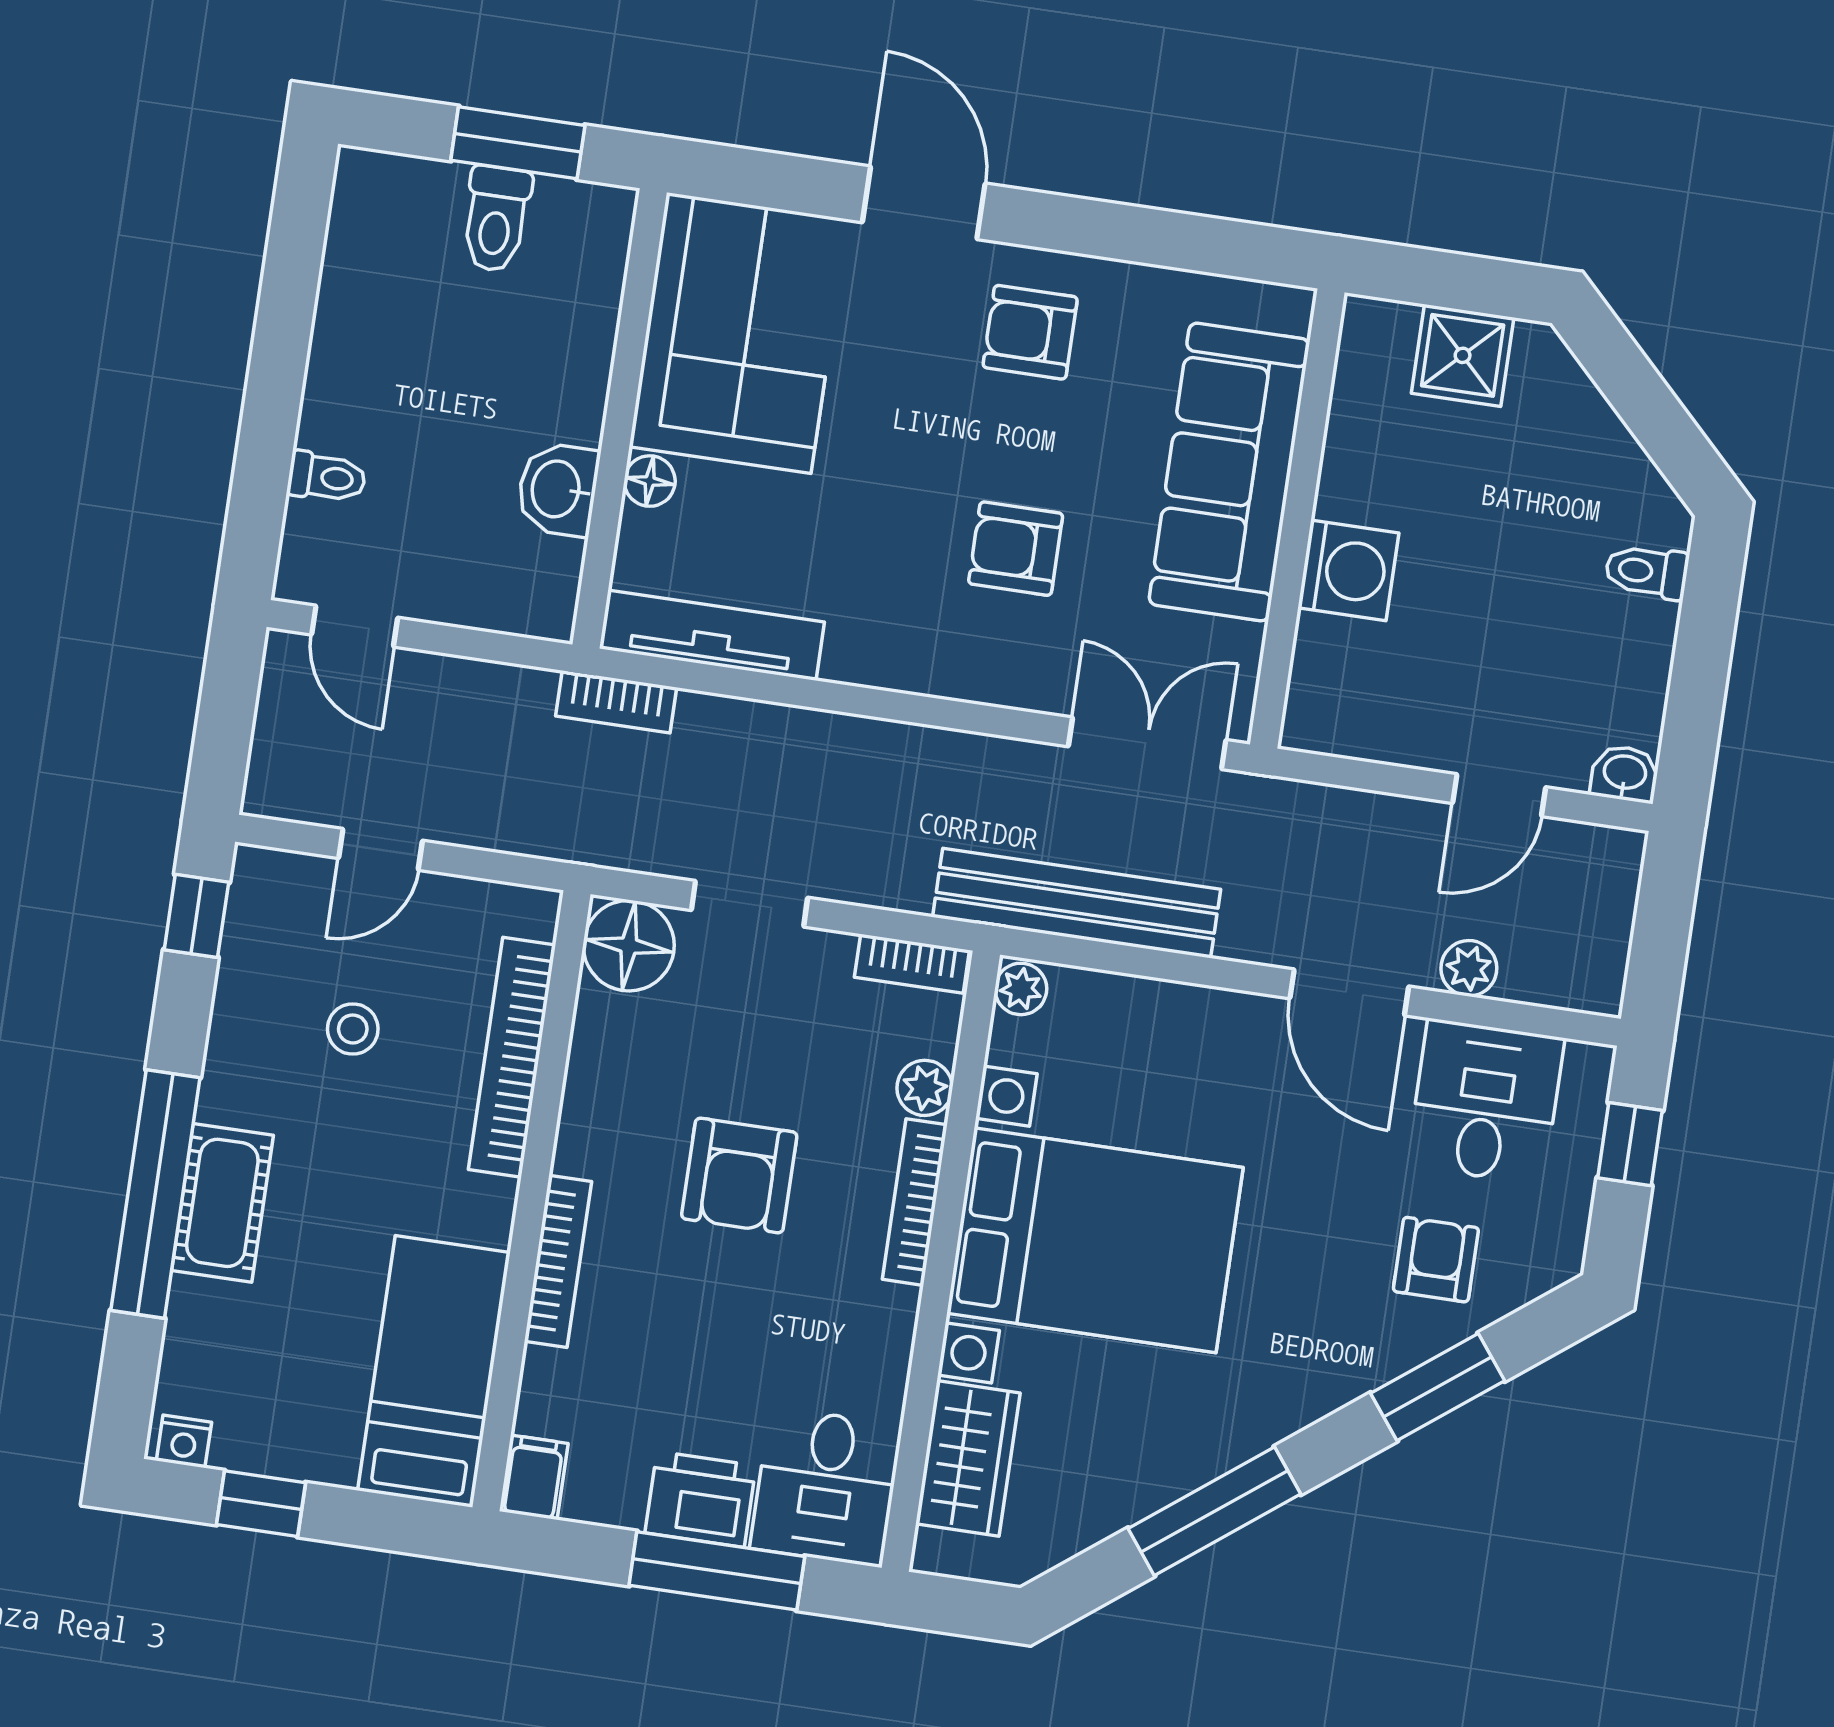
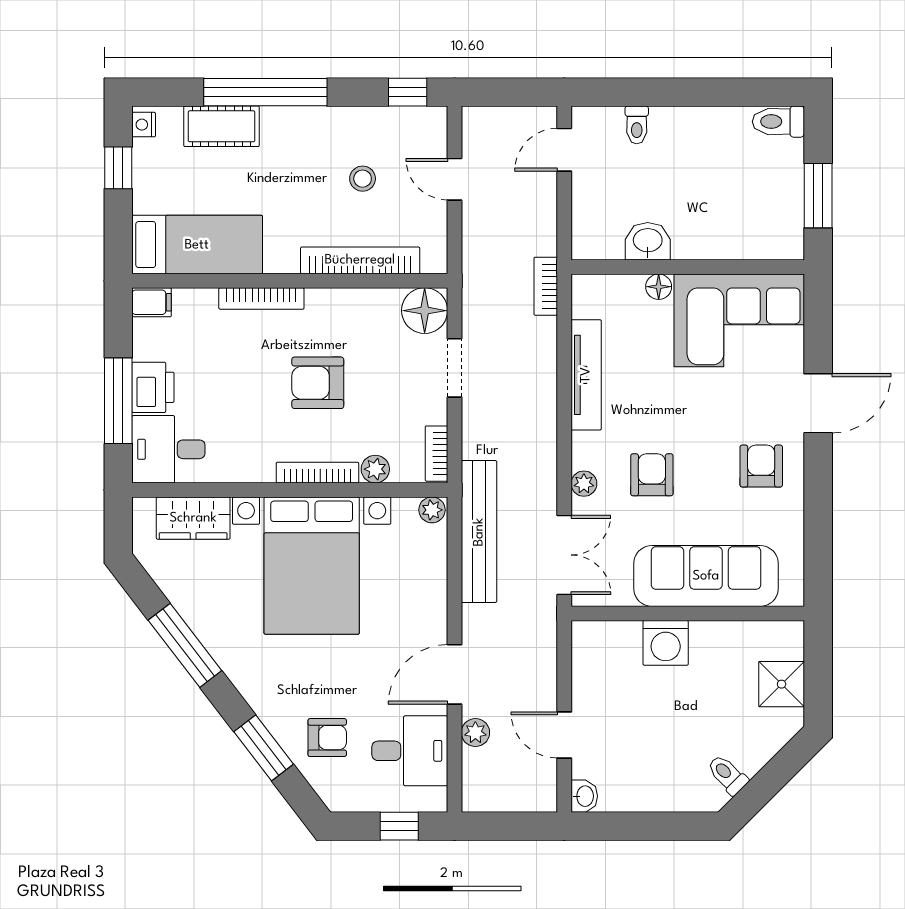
toilet: (496, 219) -> (778, 122), moved
toilet: (1647, 572) -> (727, 775), moved, turned -45
tv unit: (712, 635) -> (586, 375), moved
plant: (1013, 684) -> (584, 484), added
cot: (222, 1203) -> (222, 126), moved

